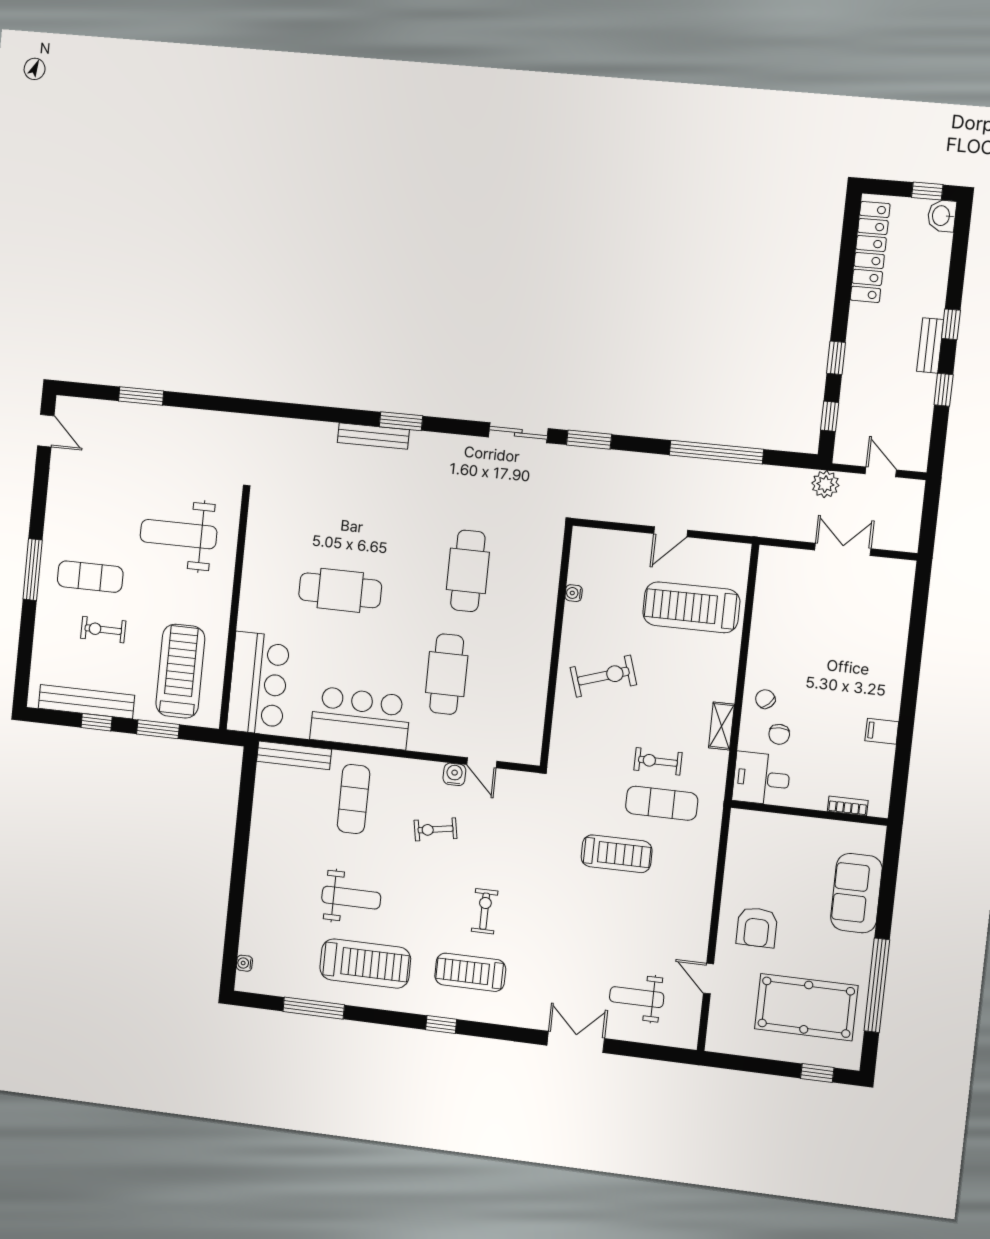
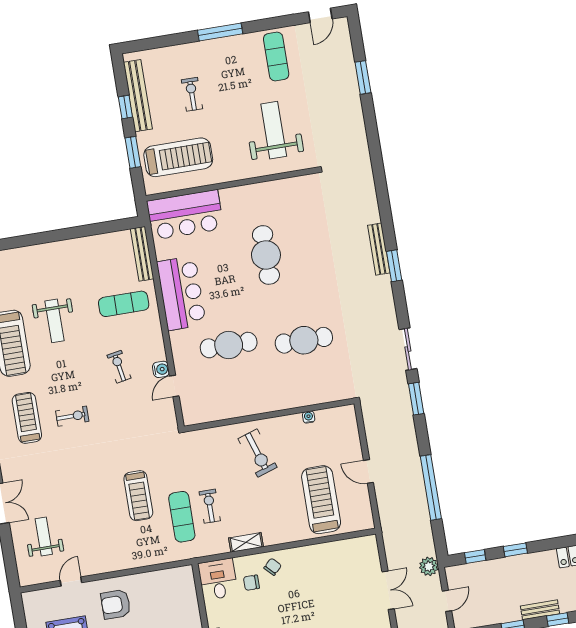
exercise mat: (90, 577) -> (276, 56), moved

